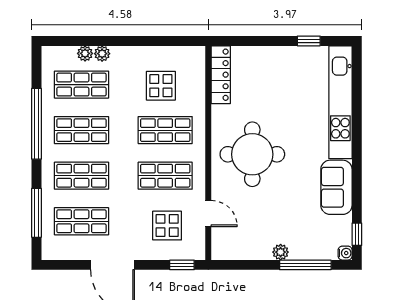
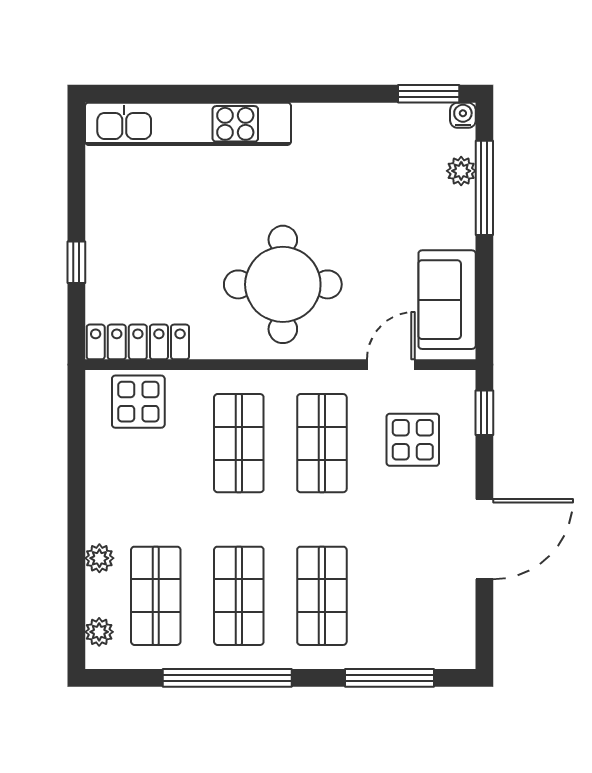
window: (309, 41) -> (76, 262), moved
plant: (85, 53) -> (99, 632), moved
display table: (161, 86) -> (138, 402), moved
sofa: (336, 187) -> (447, 300), moved, turned 90
shop shelf: (81, 221) -> (405, 596), removed
window: (357, 234) -> (429, 94), width x1.50
plant: (281, 252) -> (461, 171), moved

